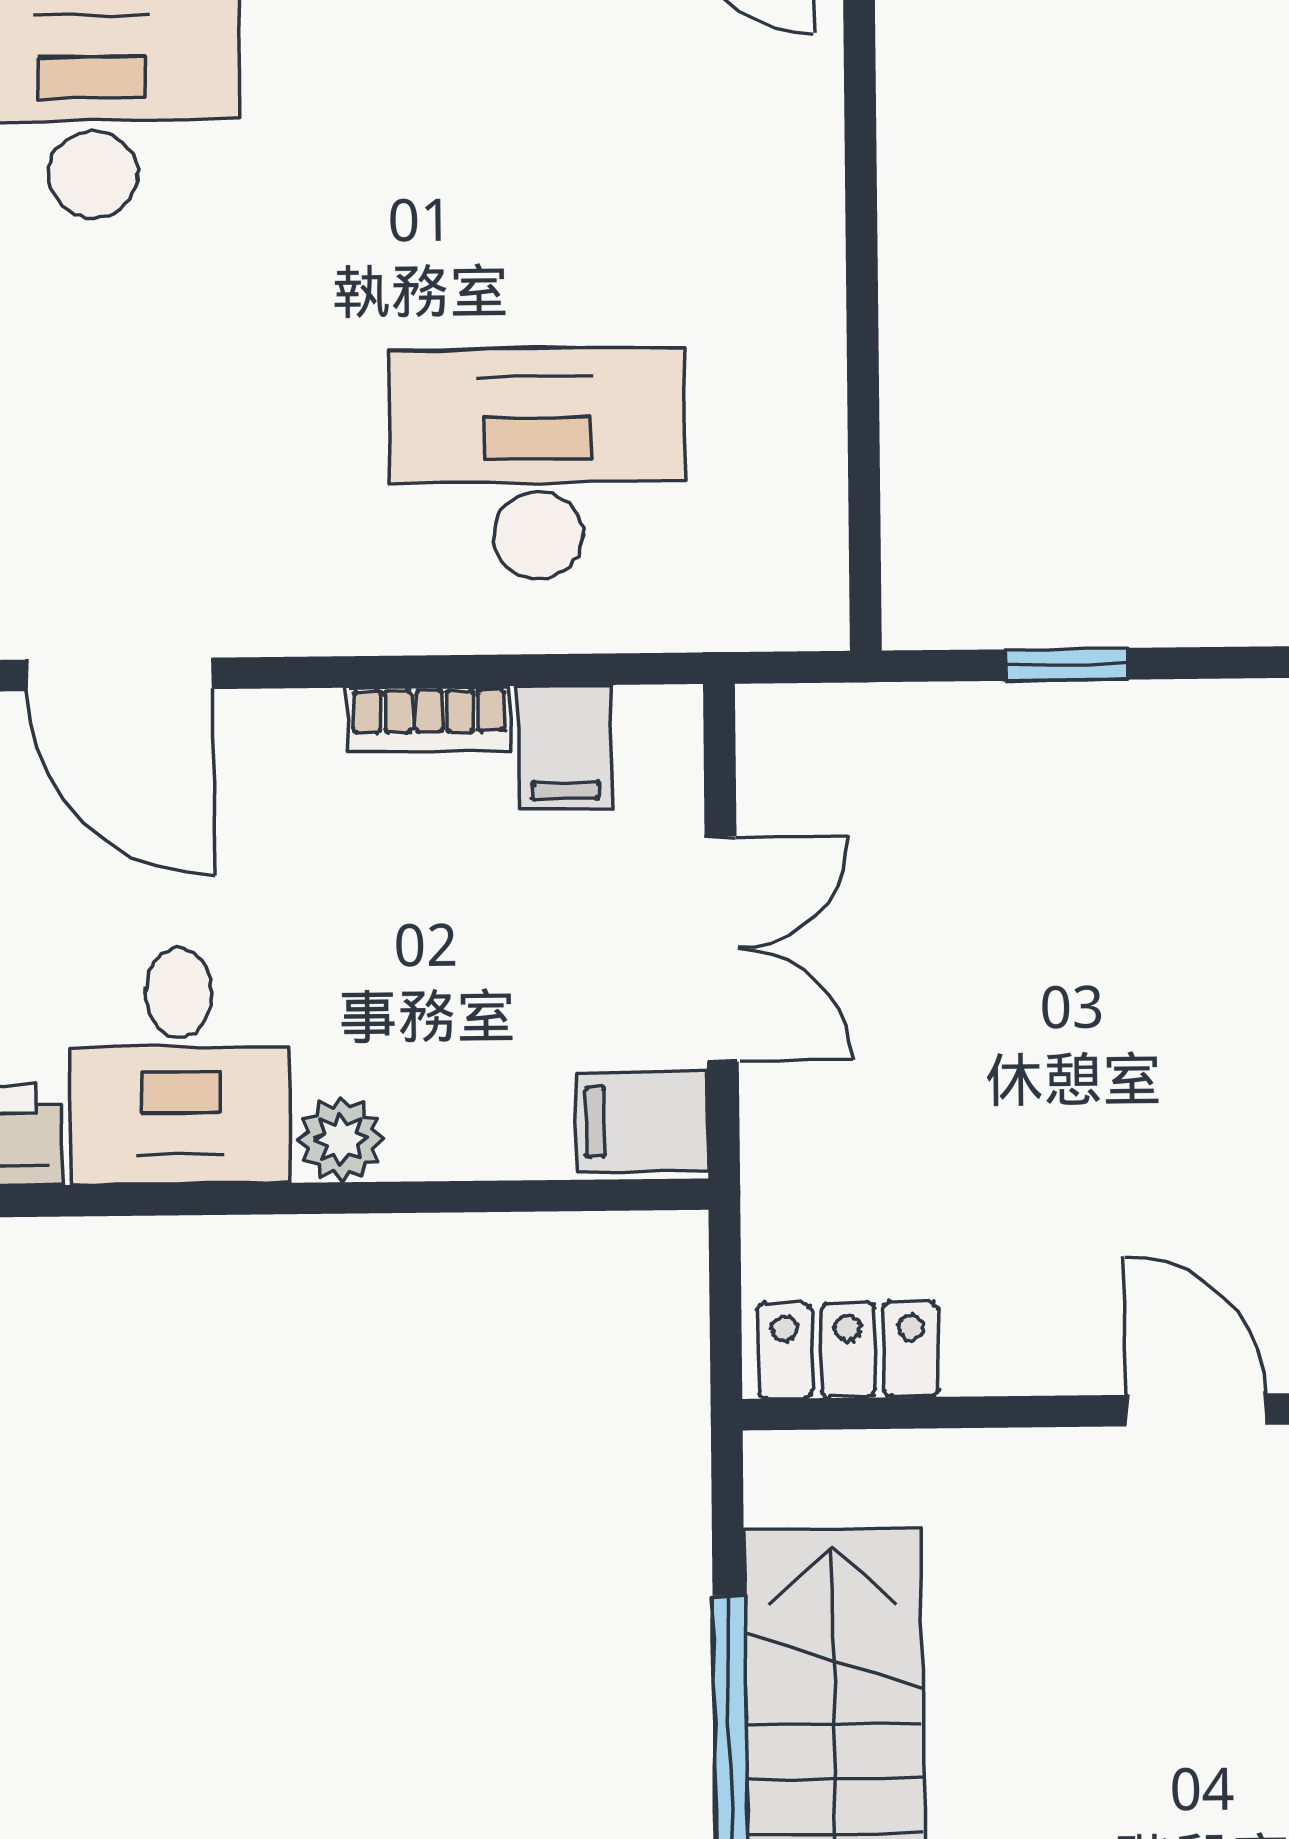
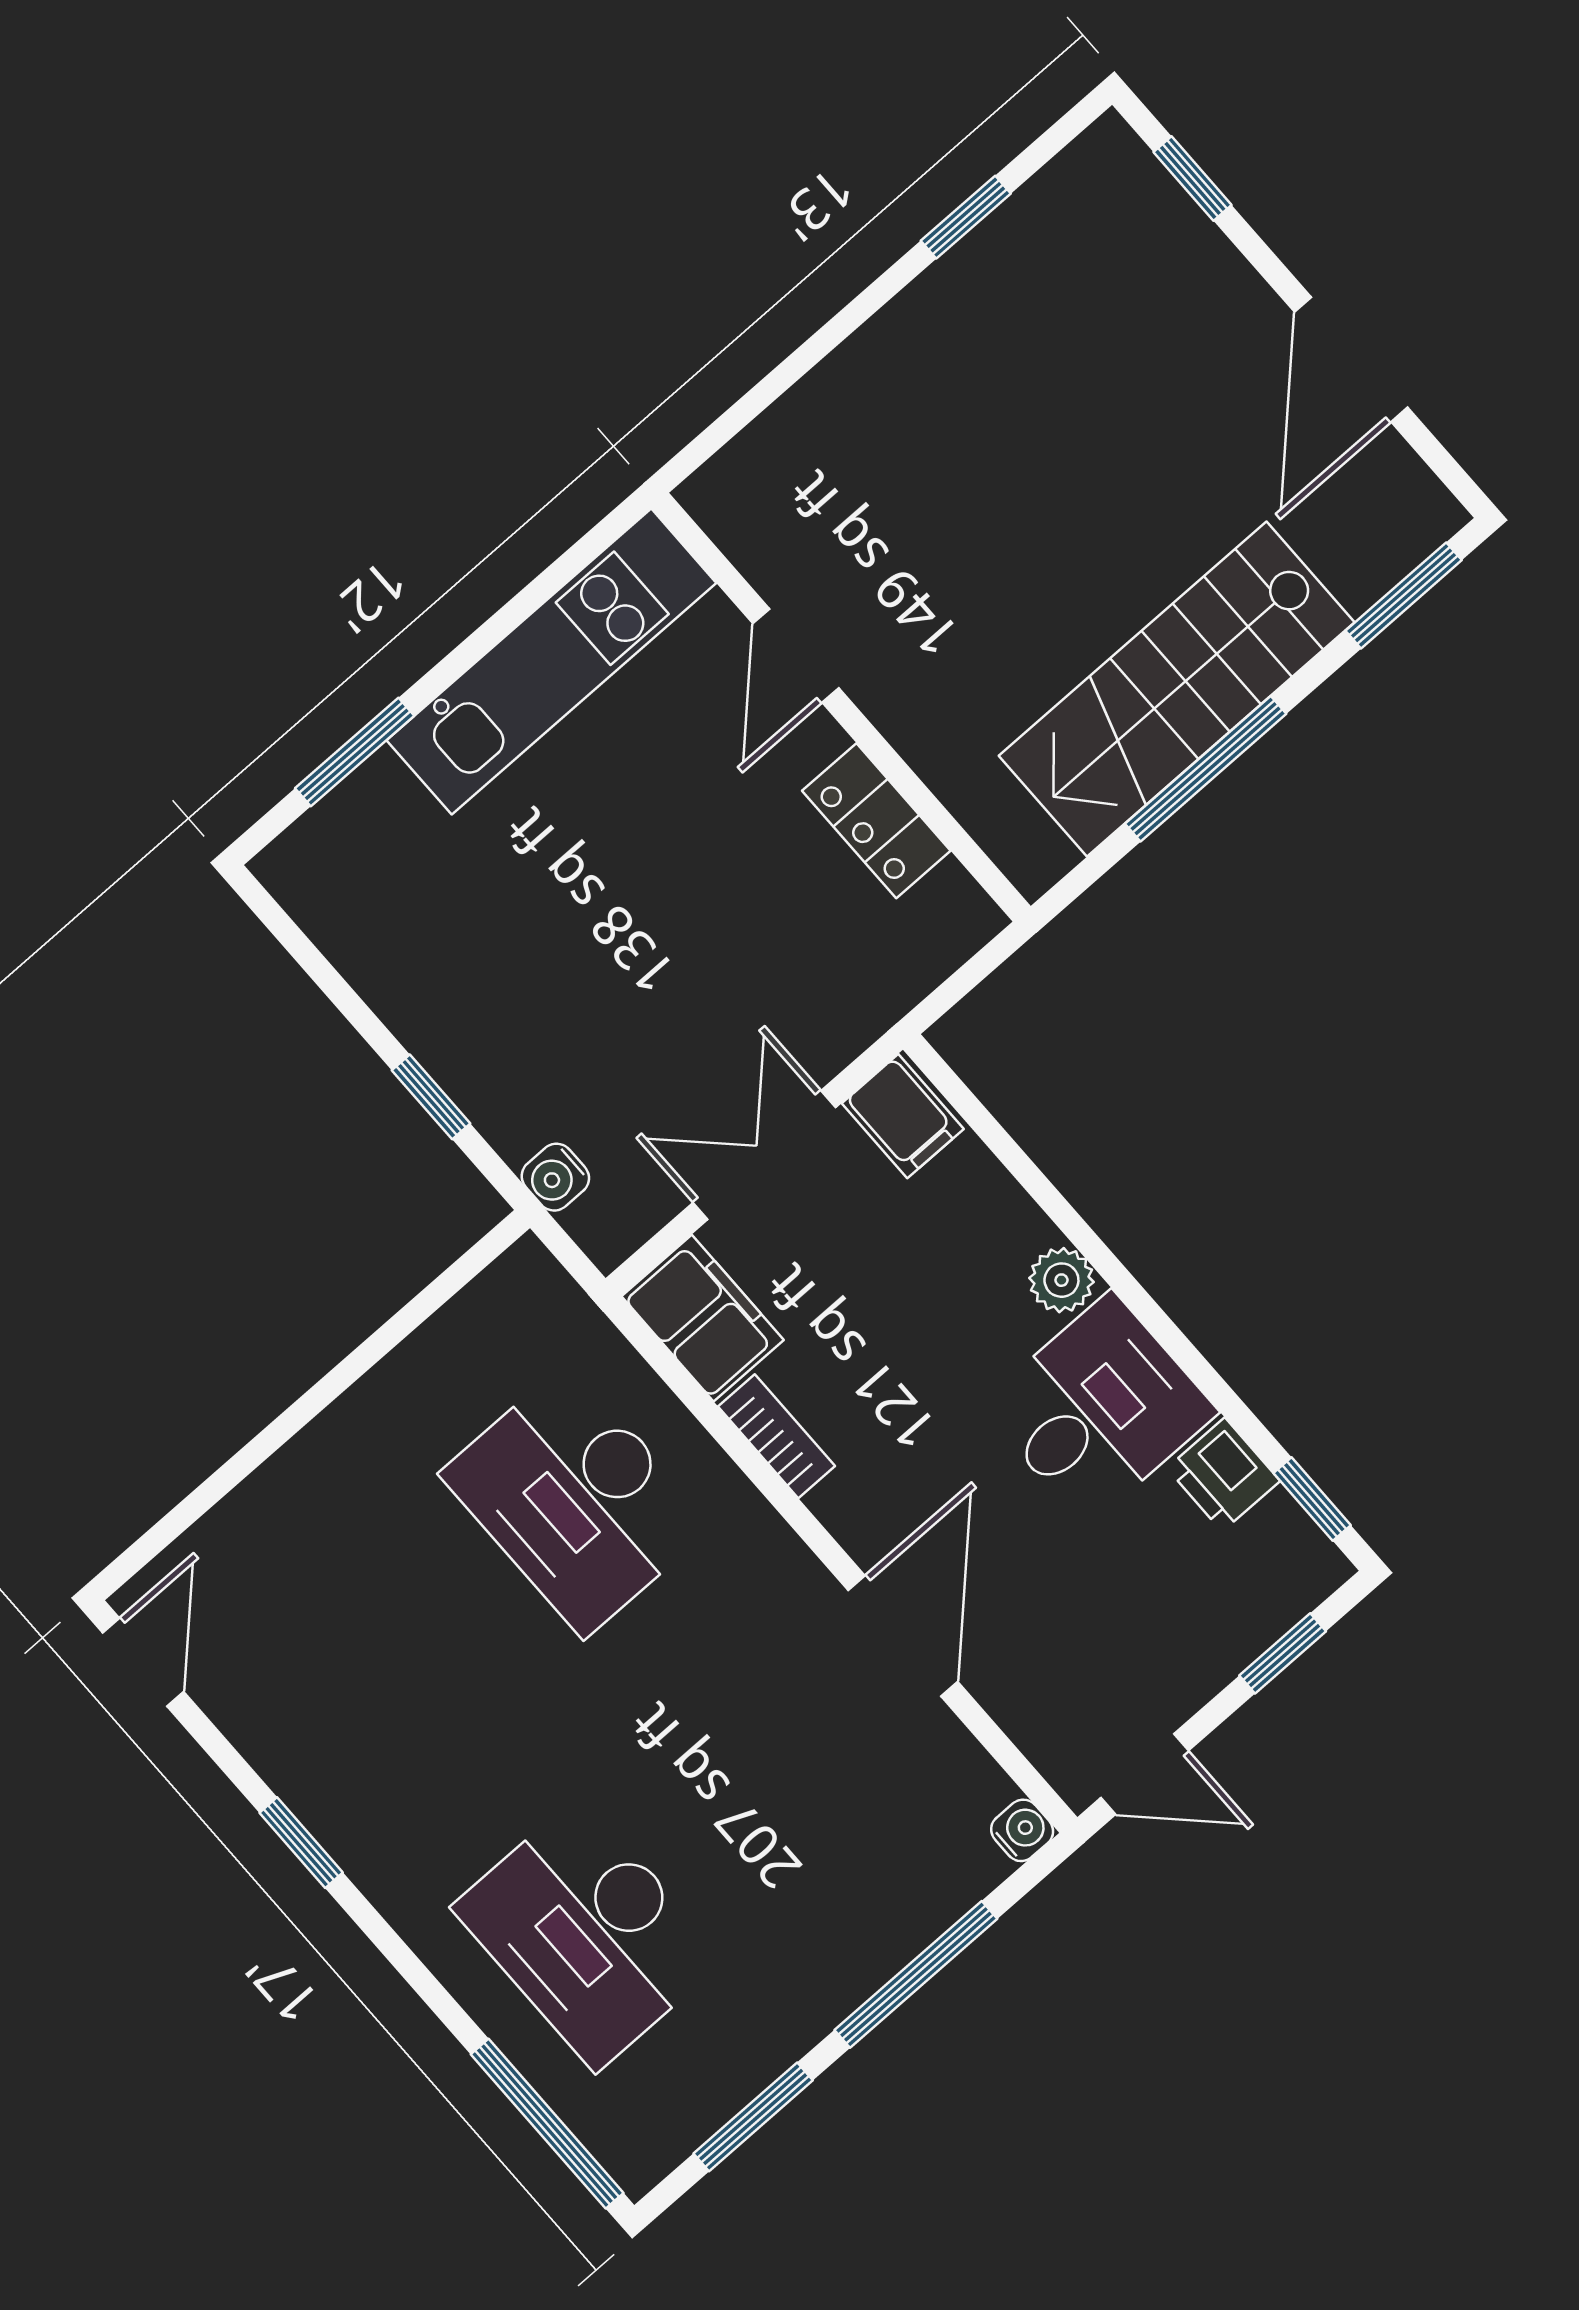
water cooler: (879, 720) -> (555, 1177), added
filing cabinet: (565, 747) -> (703, 1318), width x2.00
locker: (848, 1350) -> (876, 821), moved

